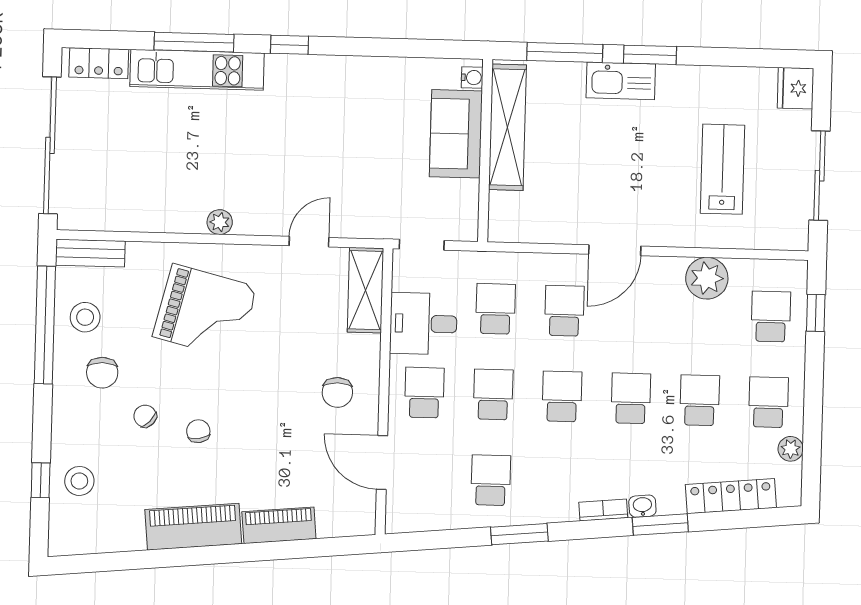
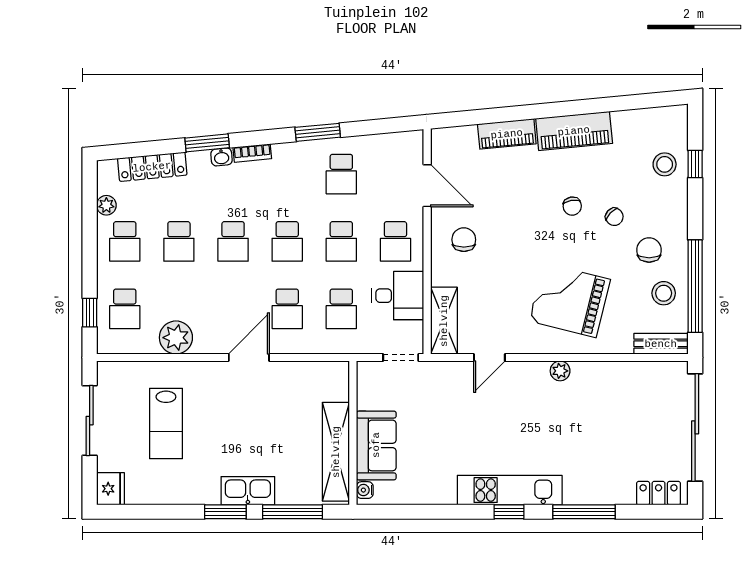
kitchen unit: (197, 70) -> (510, 490), moved

